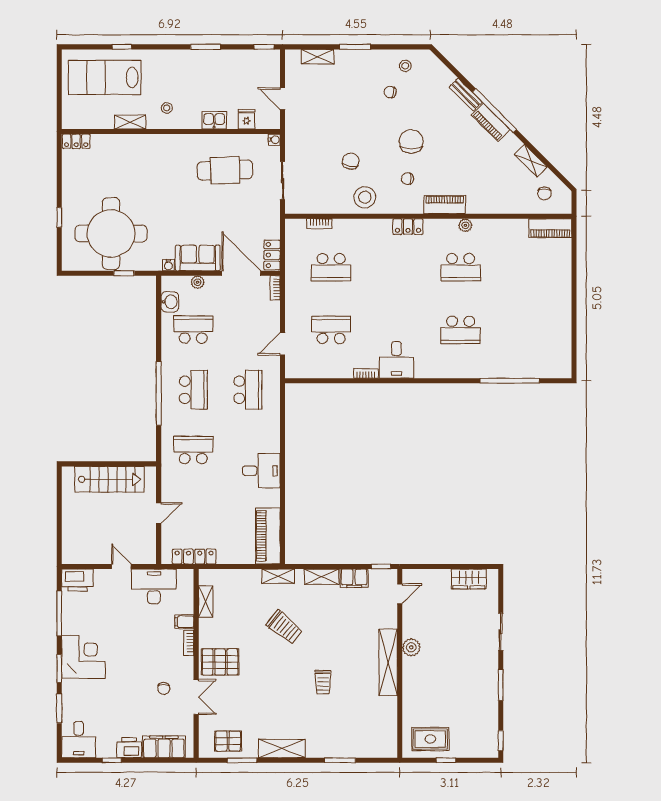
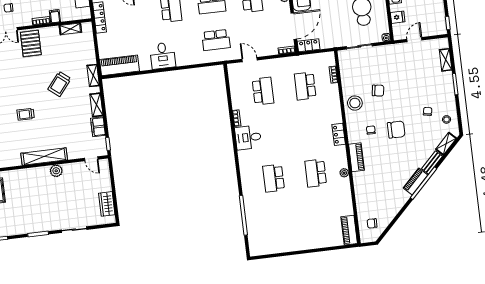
shelving: (531, 161) -> (446, 144), moved

